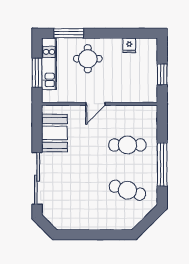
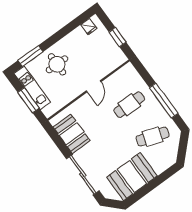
fridge: (129, 45) -> (89, 27), moved
door: (95, 104) -> (94, 86), moved
booth: (81, 213) -> (132, 177), added

